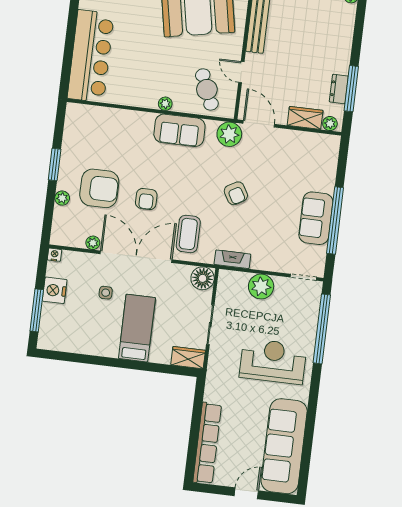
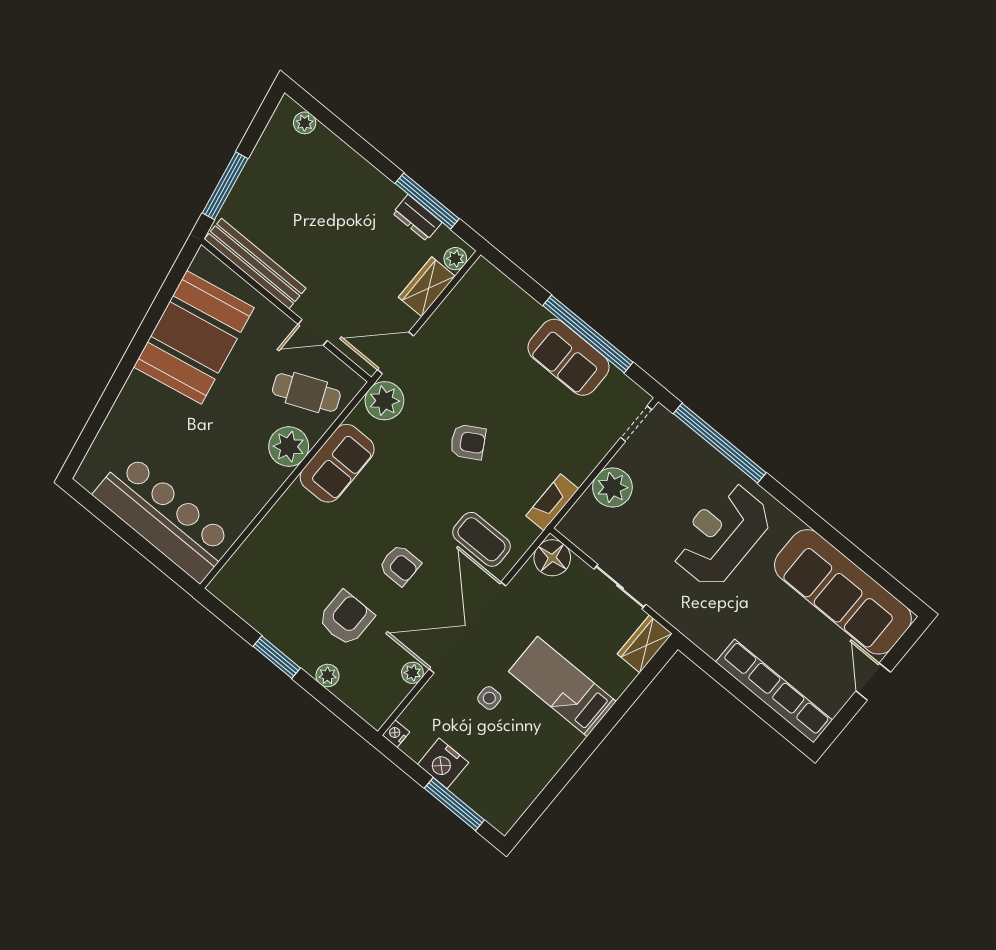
plant: (165, 104) -> (289, 447), width x1.87, depth x1.87
armchair: (99, 188) -> (346, 618), width x0.73, depth x0.73

